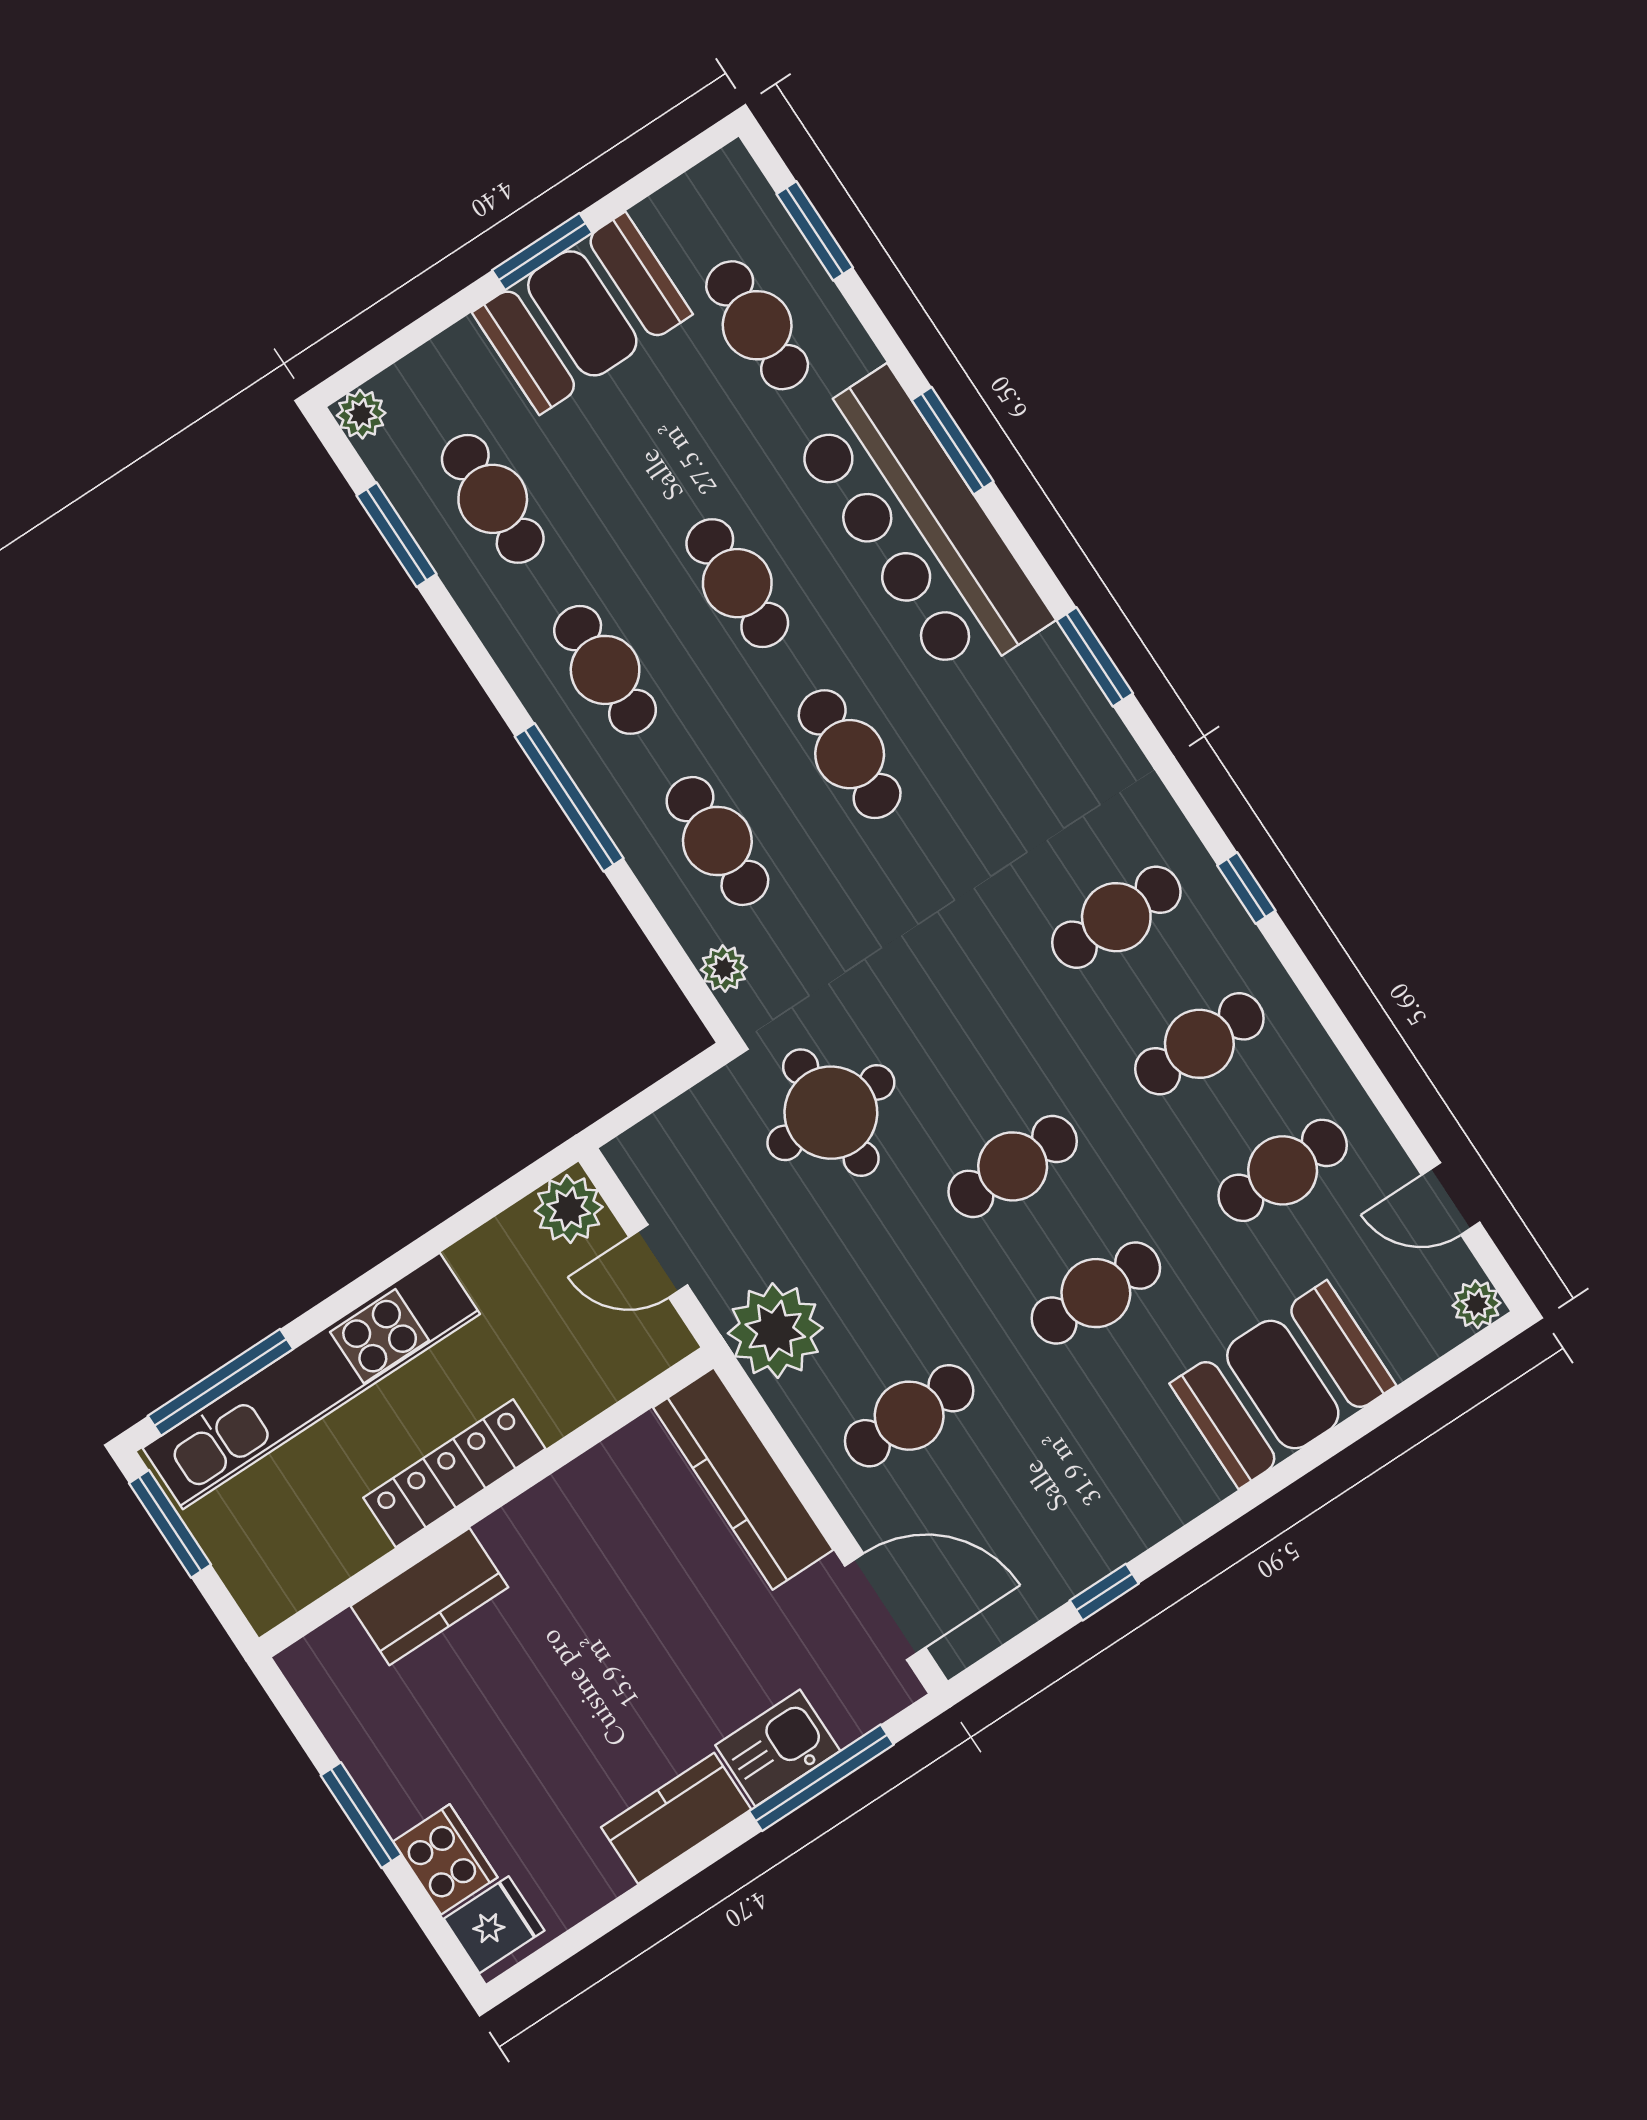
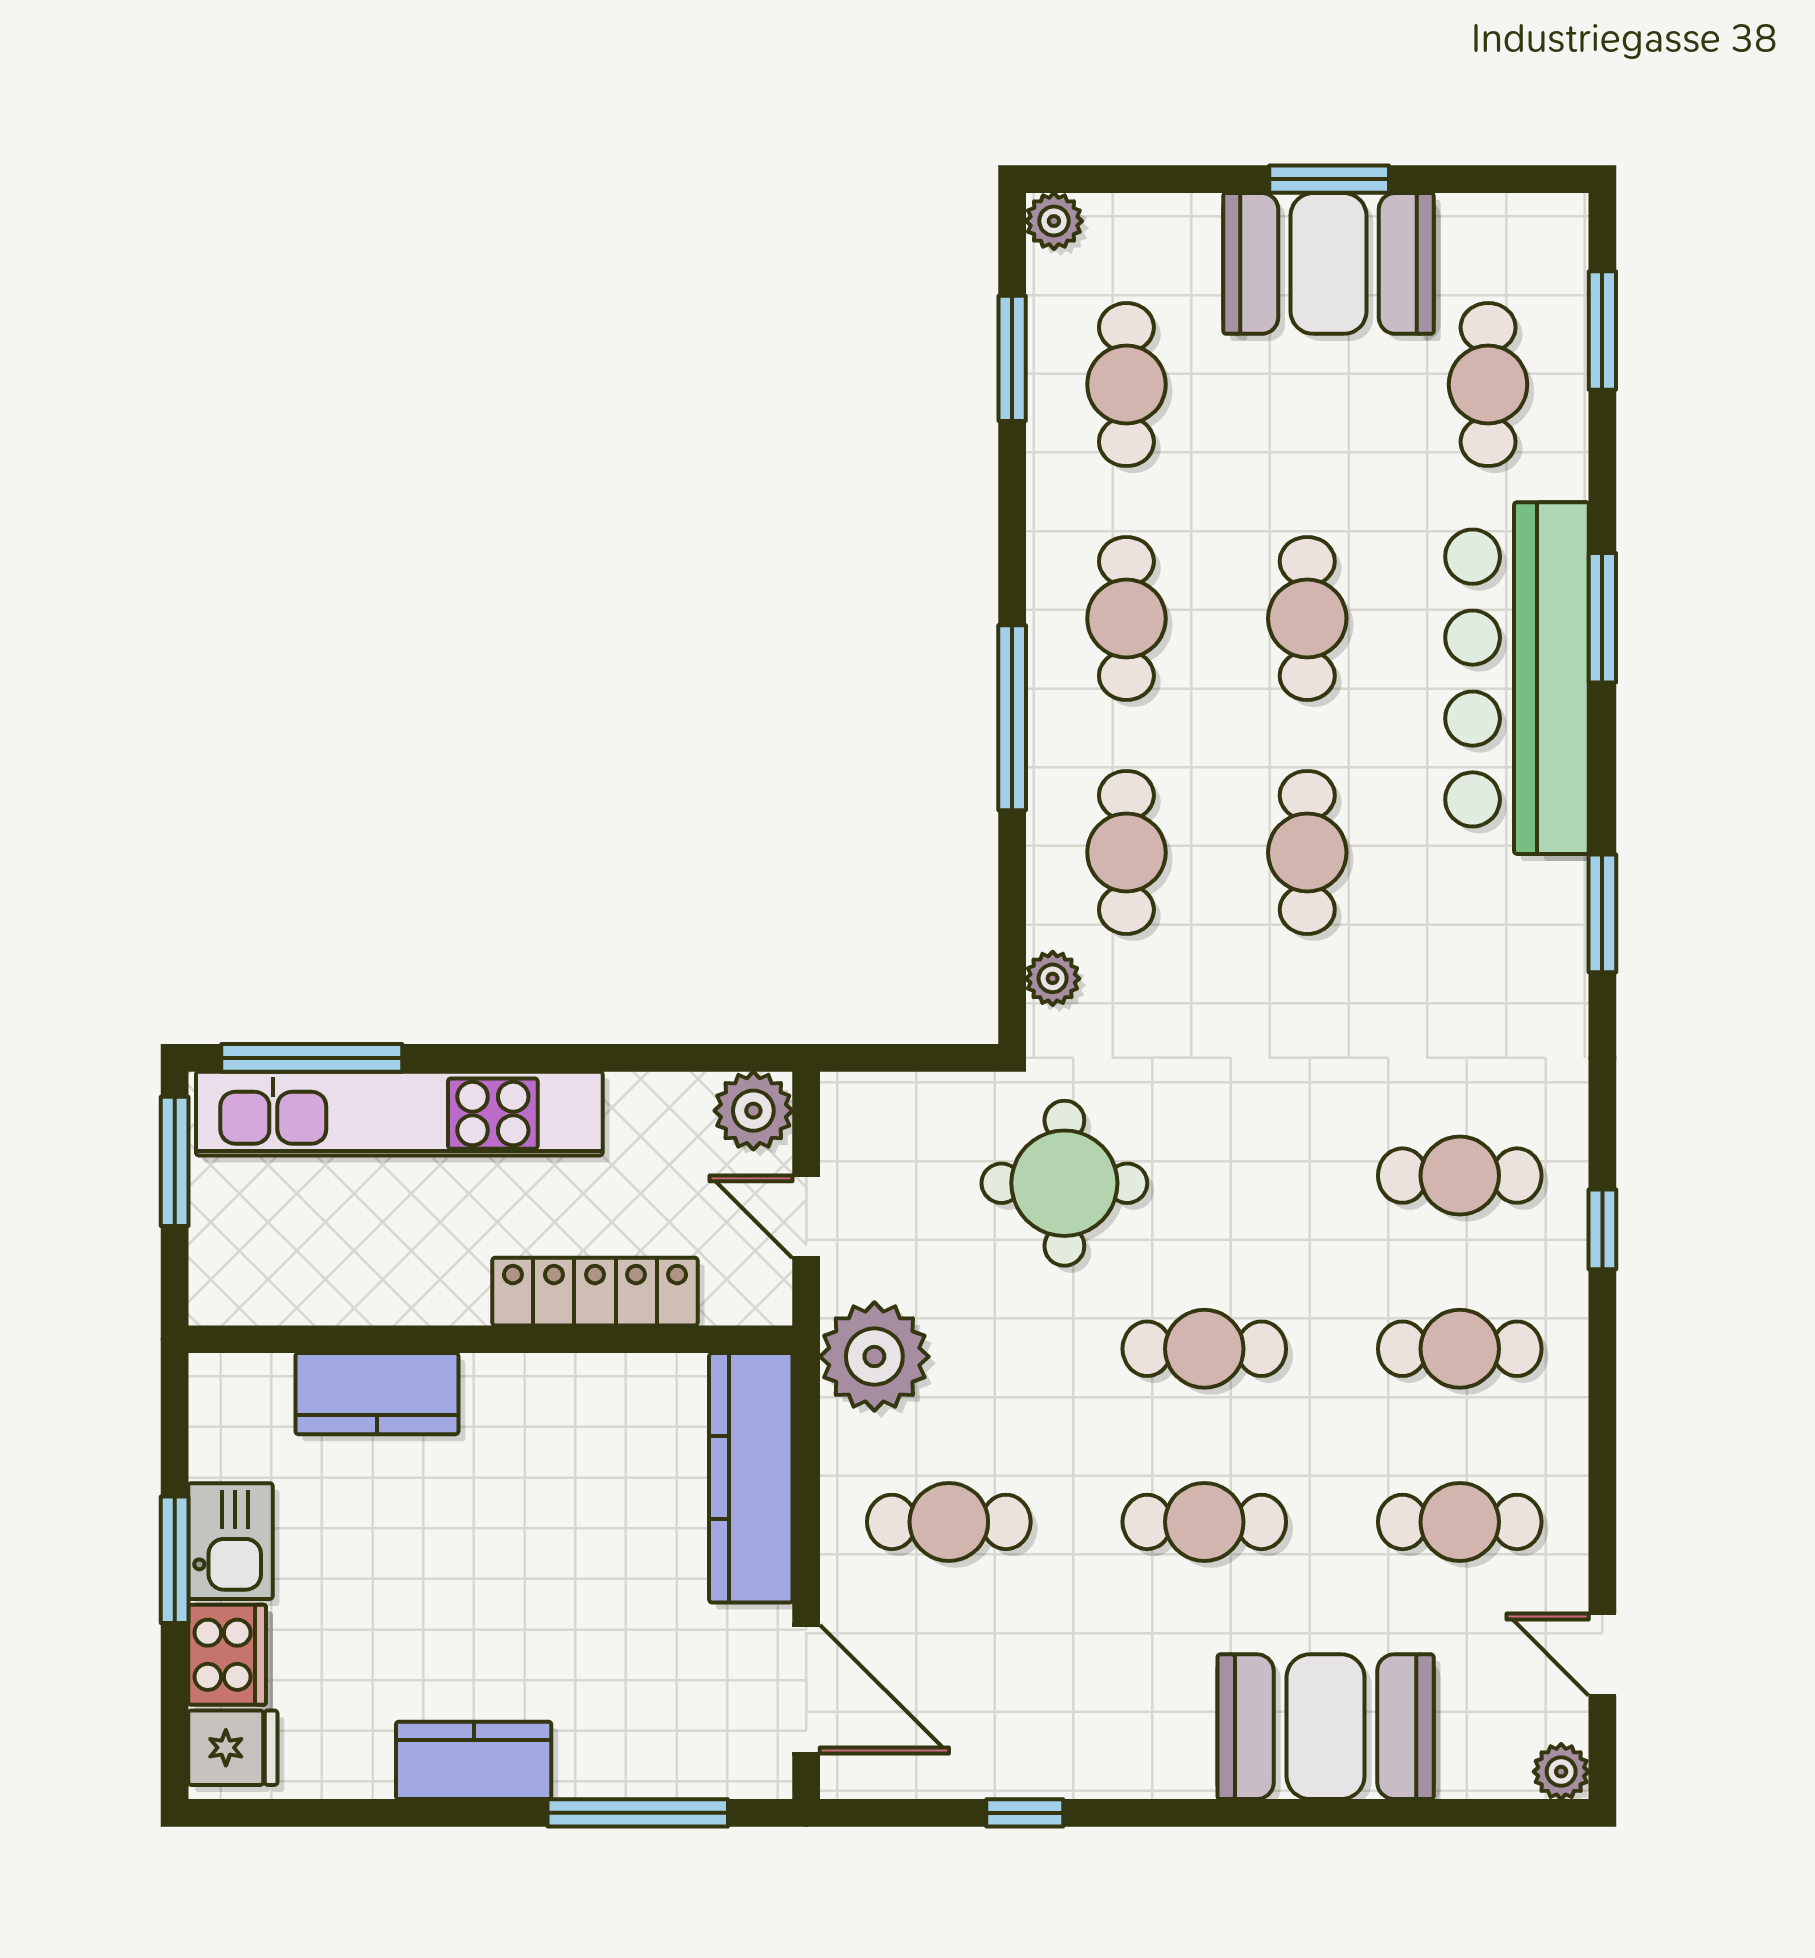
locker: (454, 1473) -> (595, 1292), moved
kitchen sink: (778, 1748) -> (230, 1541), moved, turned 90

